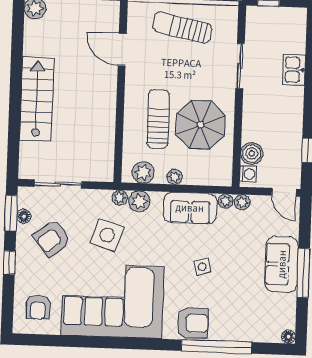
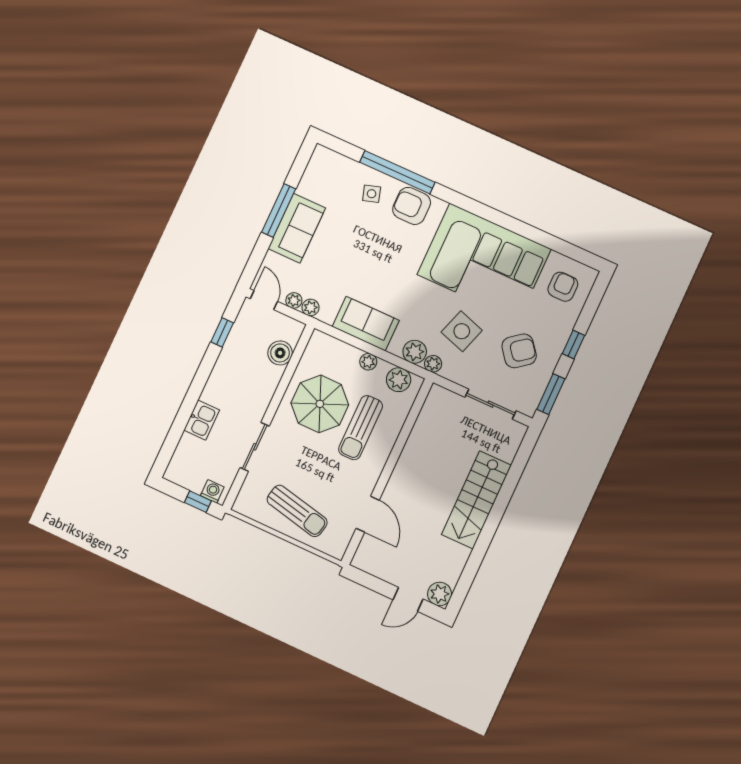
washing machine: (248, 174) -> (212, 491), moved, turned 90
plant: (226, 201) -> (294, 300), moved
floor lamp: (24, 216) -> (539, 385), removed
side table: (202, 267) -> (372, 194), moved
floor lamp: (288, 337) -> (321, 152), removed

